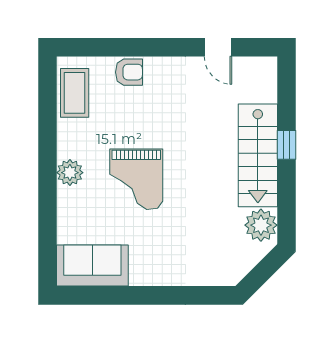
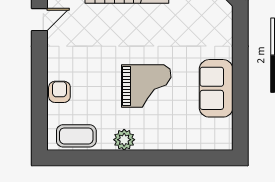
plant: (70, 173) -> (124, 140), moved
sofa: (92, 266) -> (216, 88), moved

